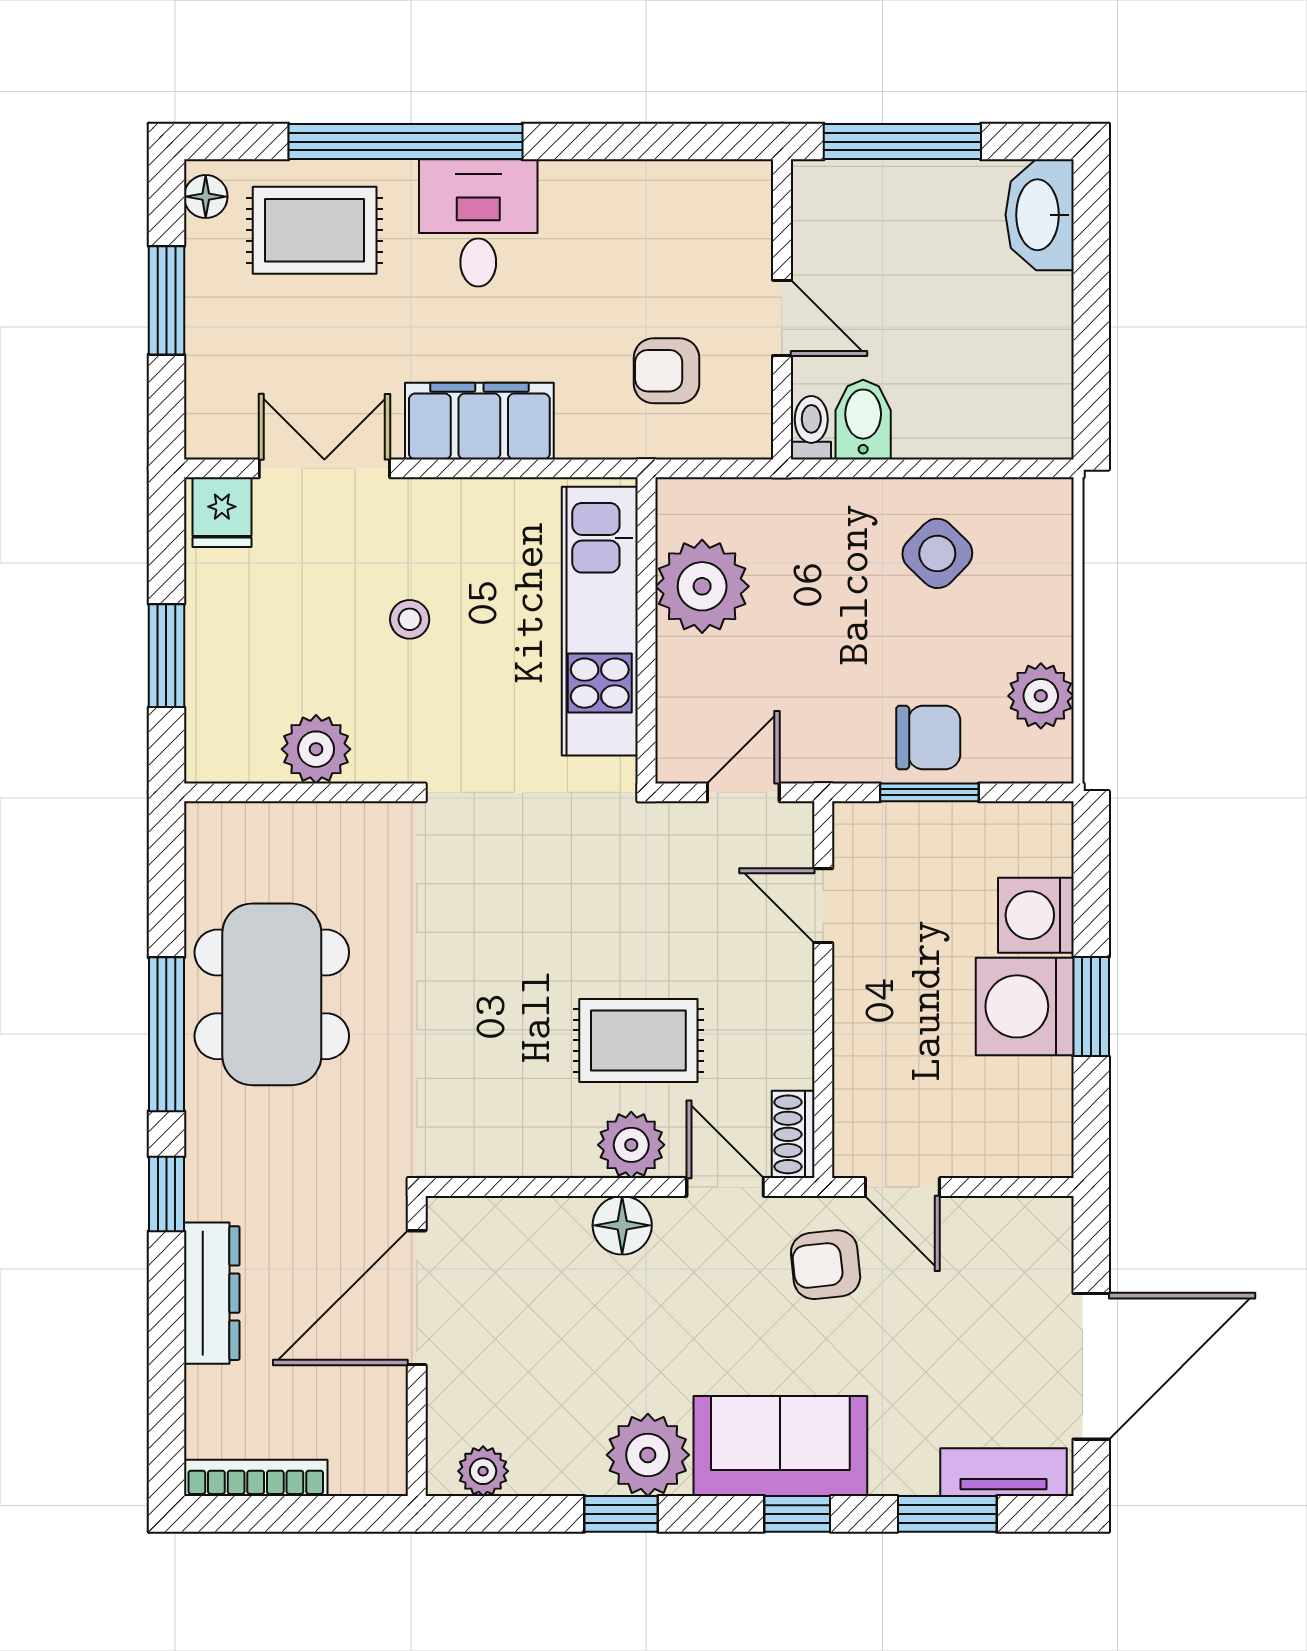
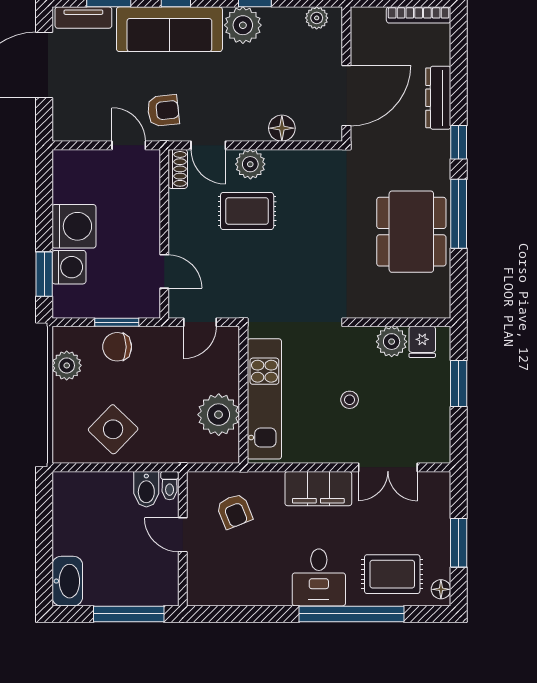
armchair: (666, 371) -> (234, 511), turned 68
fridge: (222, 512) -> (422, 342), moved, turned 180
side table: (937, 553) -> (113, 429), width x1.37, depth x1.37
window: (1091, 1007) -> (44, 274), moved
floor lamp: (622, 1225) -> (282, 128), moved
sofa: (780, 1446) -> (169, 29), width x1.36

